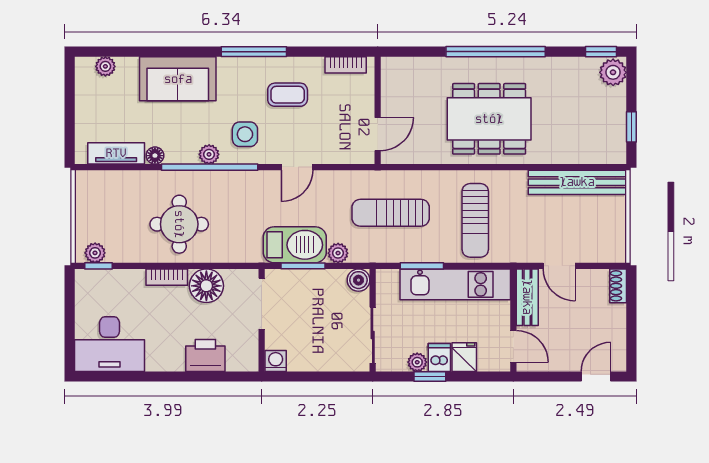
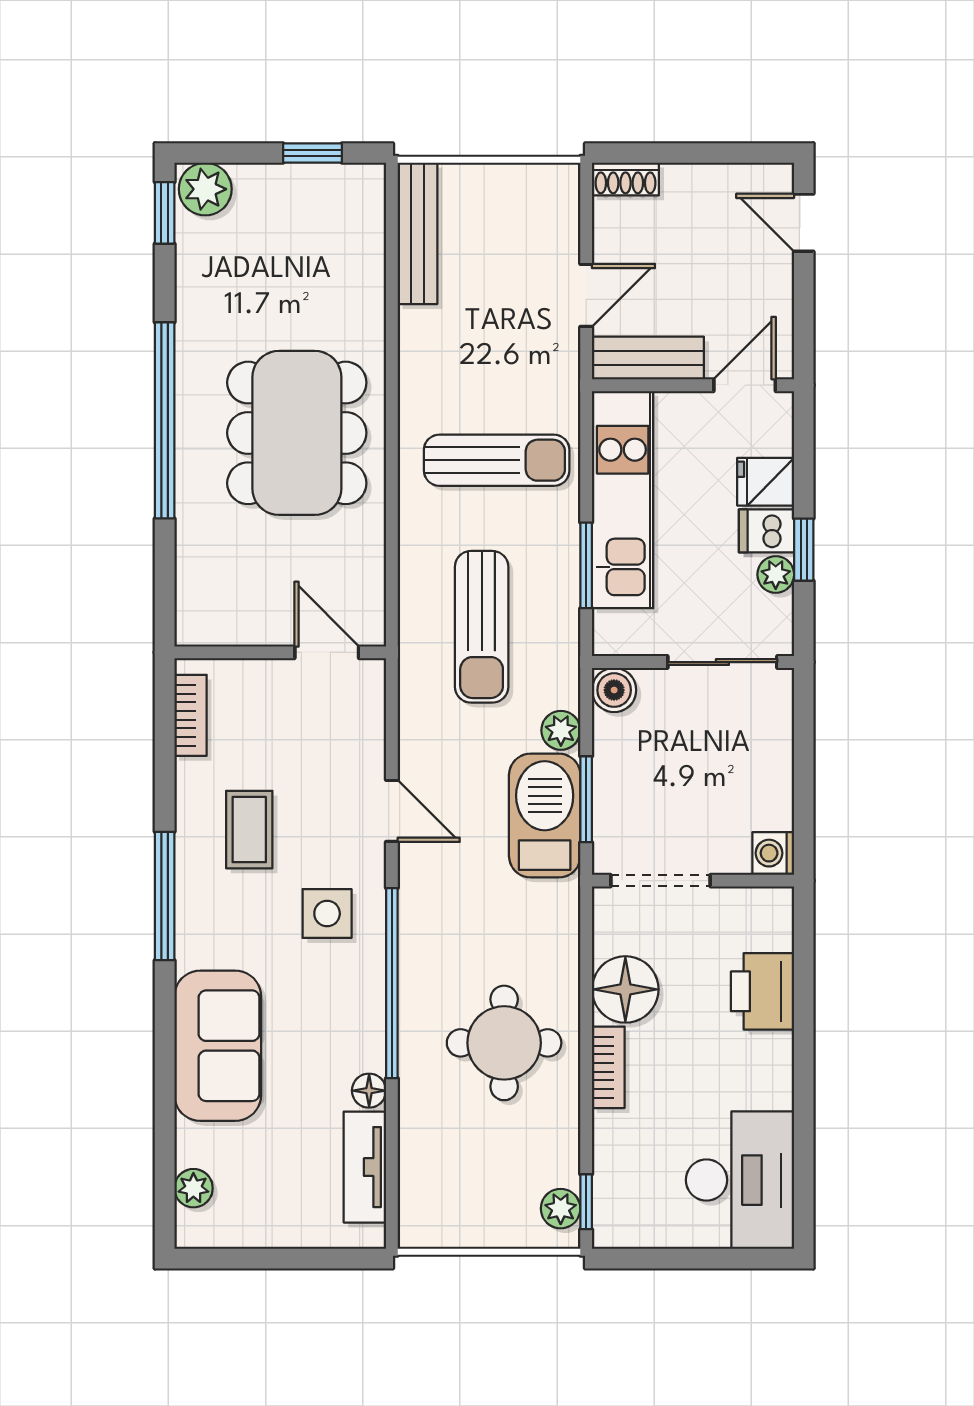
plant: (209, 154) -> (367, 984), removed
bench: (577, 182) -> (417, 233), width x0.73, depth x0.82

